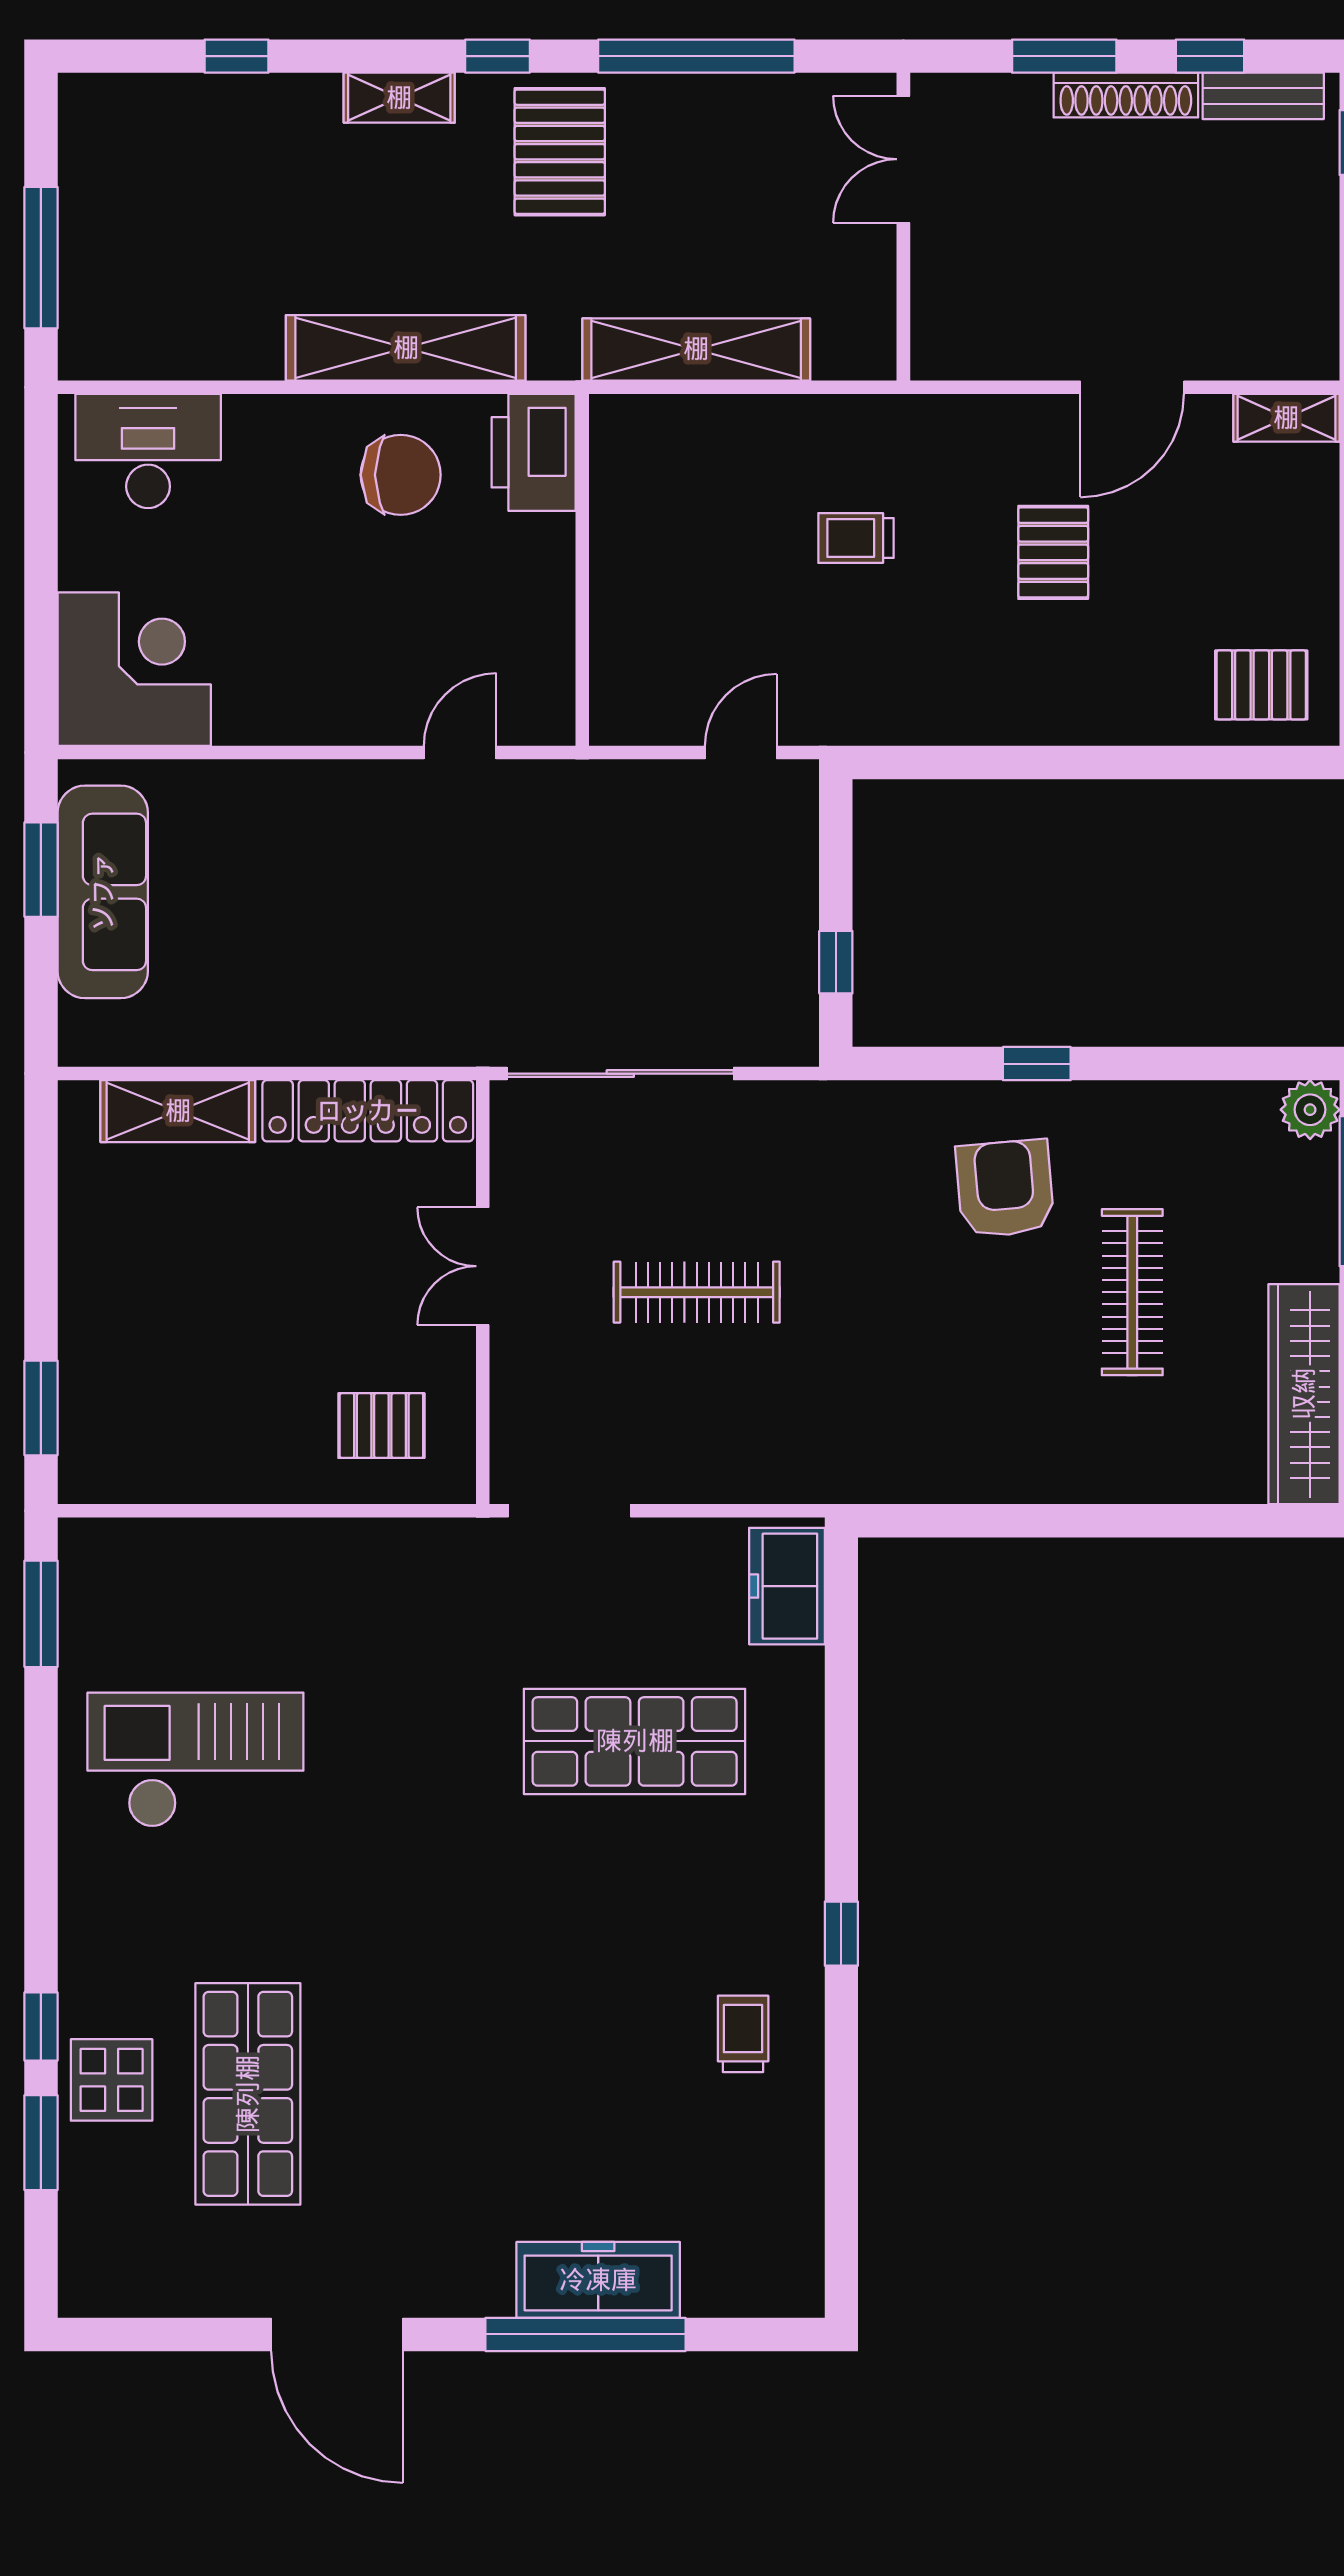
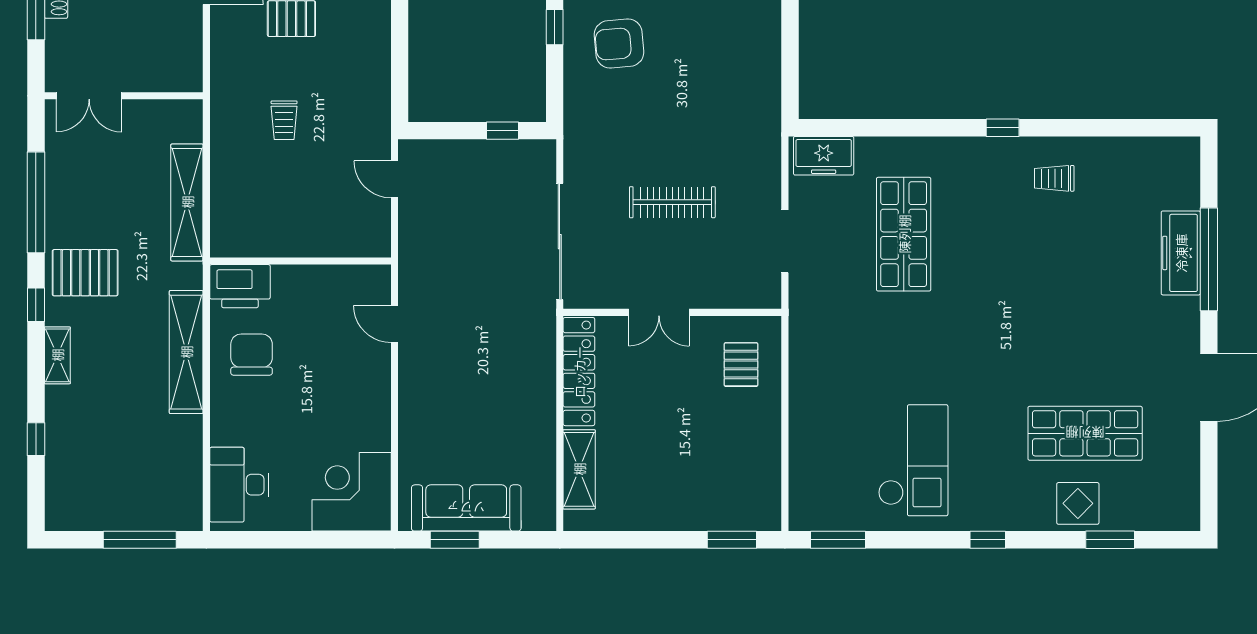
clothes rail: (697, 1292) -> (672, 202), turned 90
doorway: (570, 1511) -> (785, 241), moved
checkout: (195, 1760) -> (913, 460), turned 180
window: (41, 2027) -> (988, 540), moved

